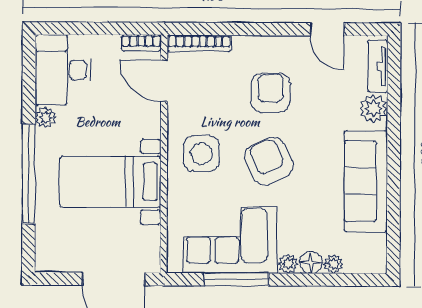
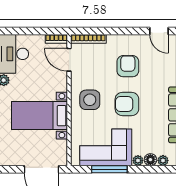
armchair: (269, 161) -> (127, 104), turned -65

